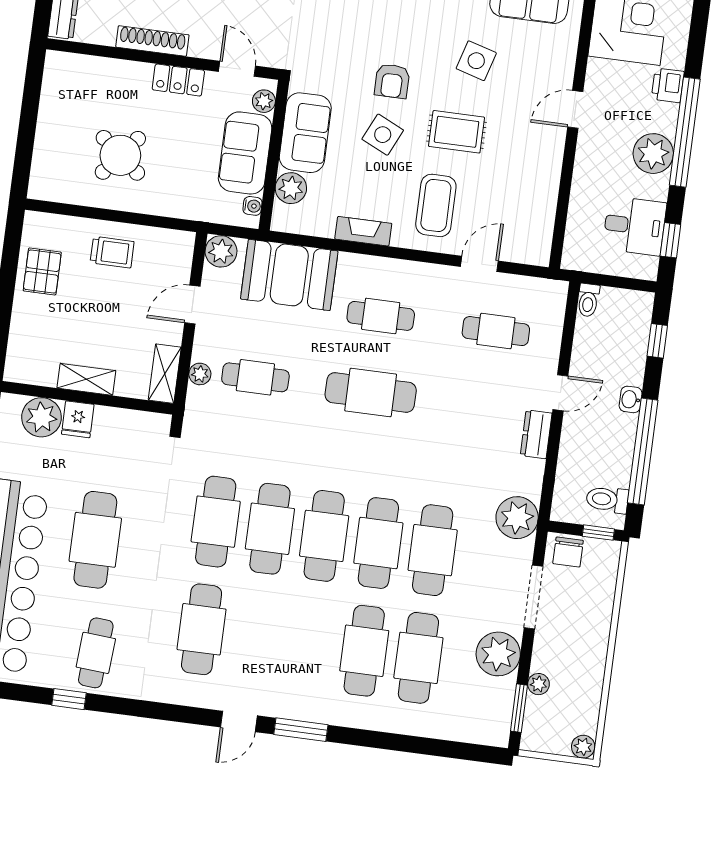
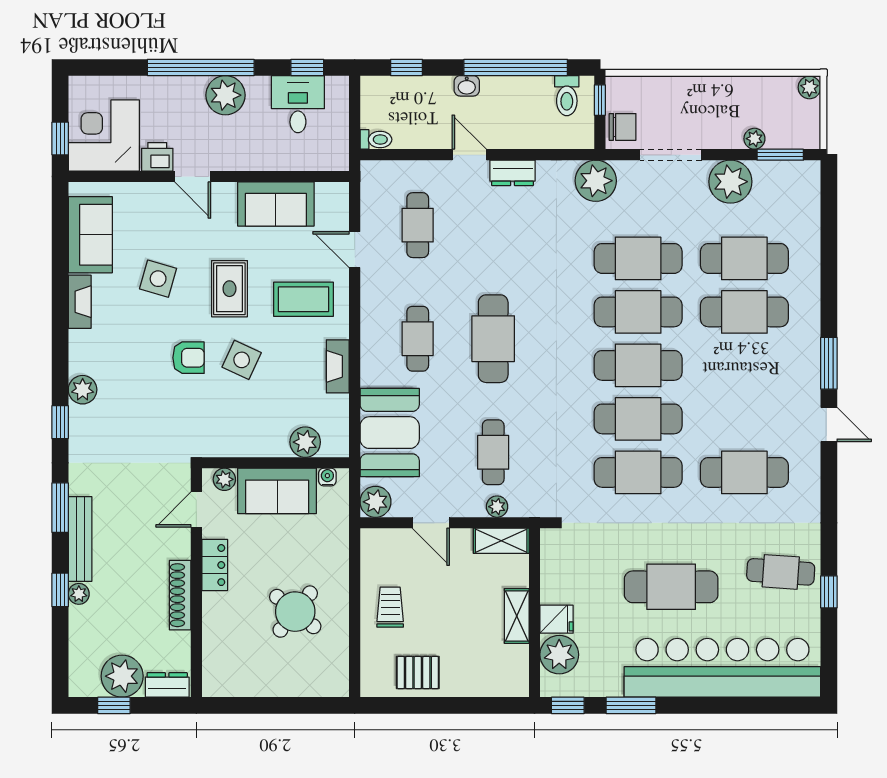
printer: (668, 85) -> (157, 157), moved, turned 180
sofa: (305, 133) -> (276, 204), moved, turned 180

